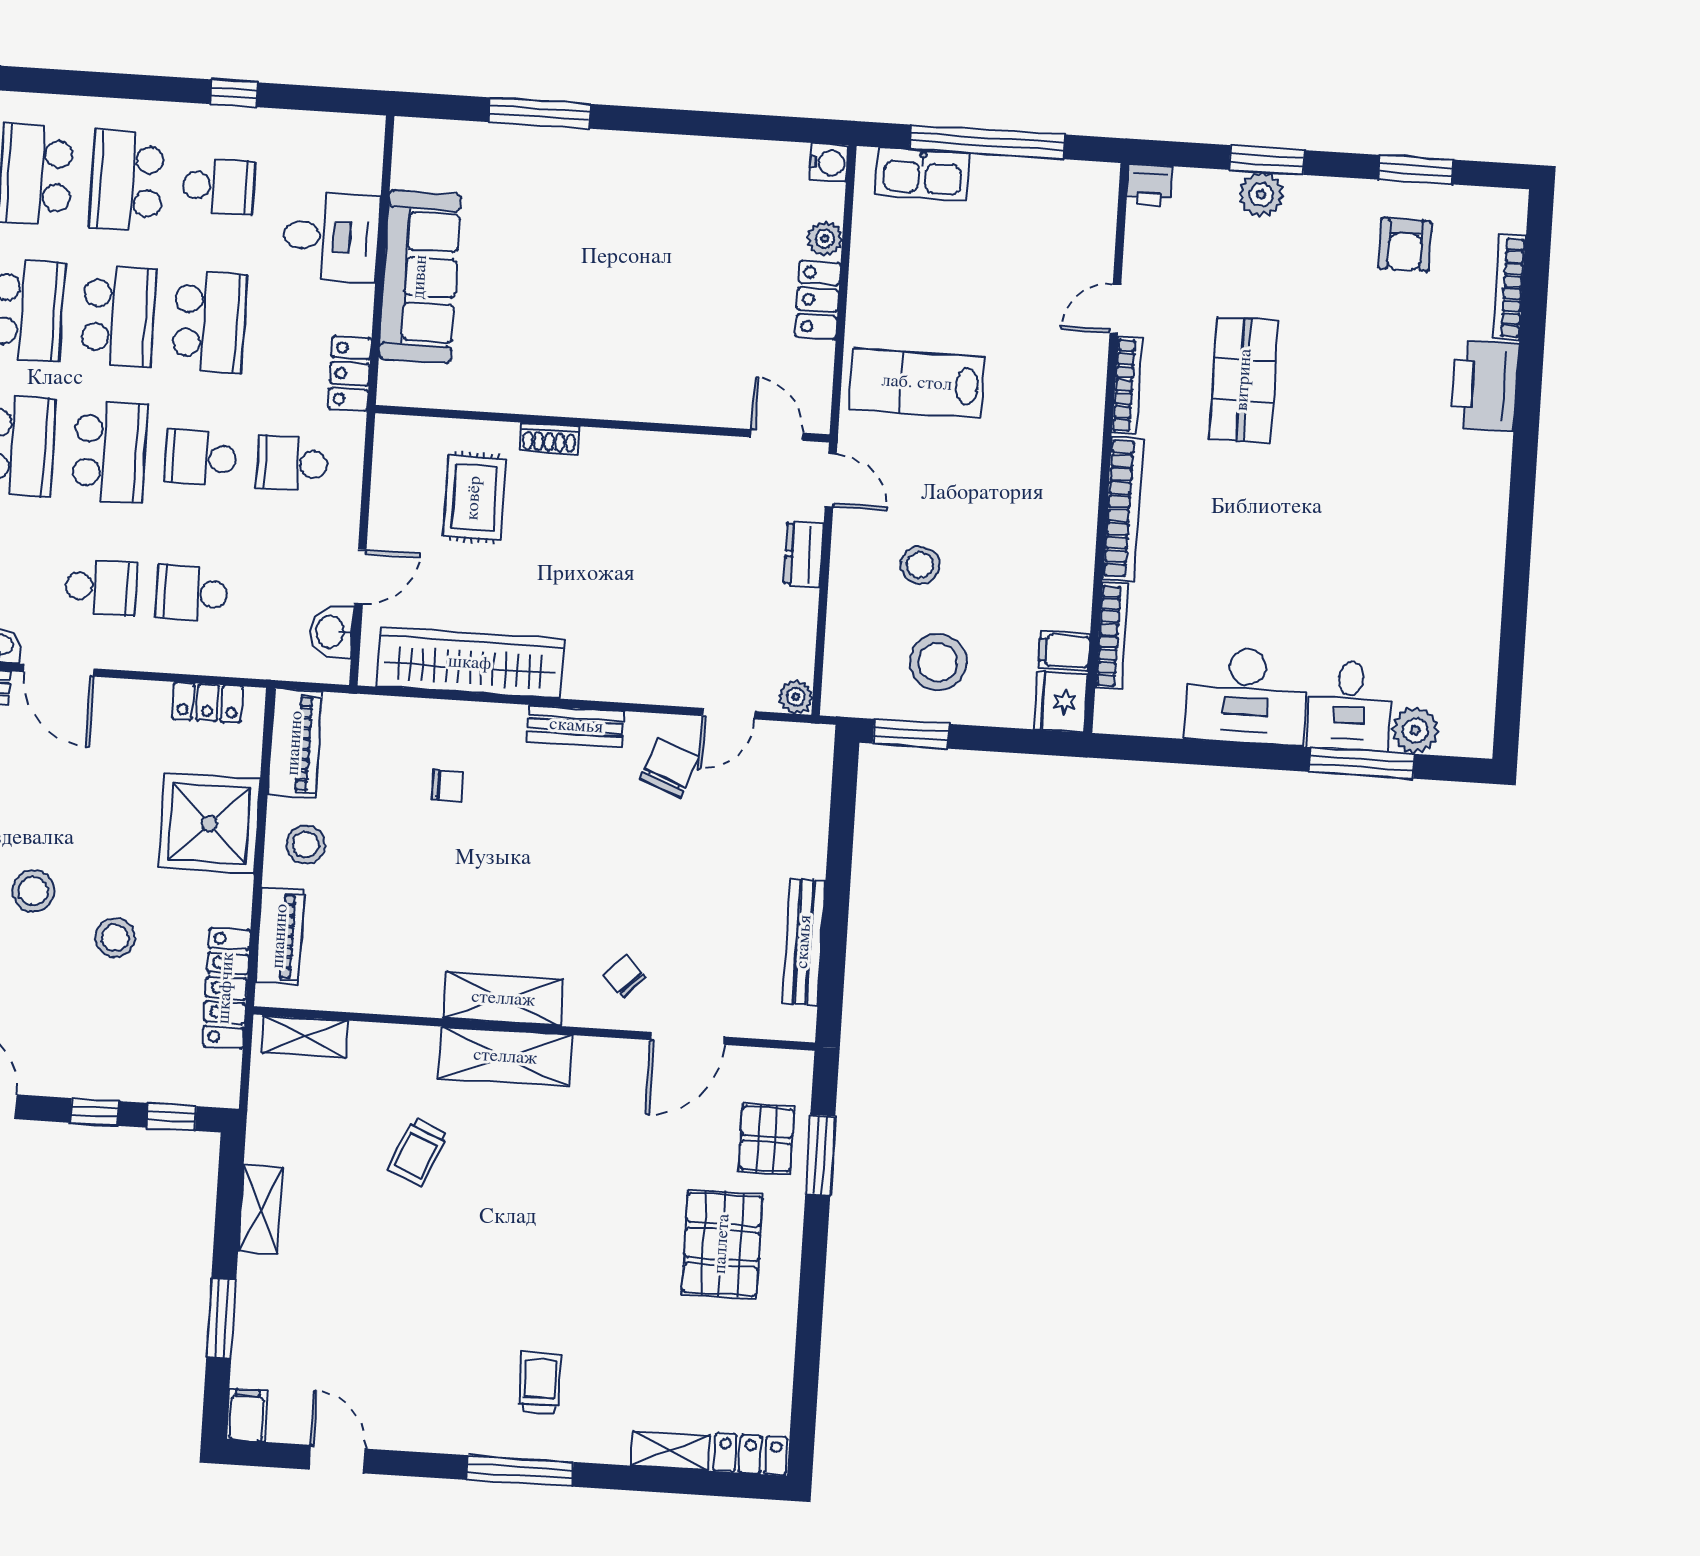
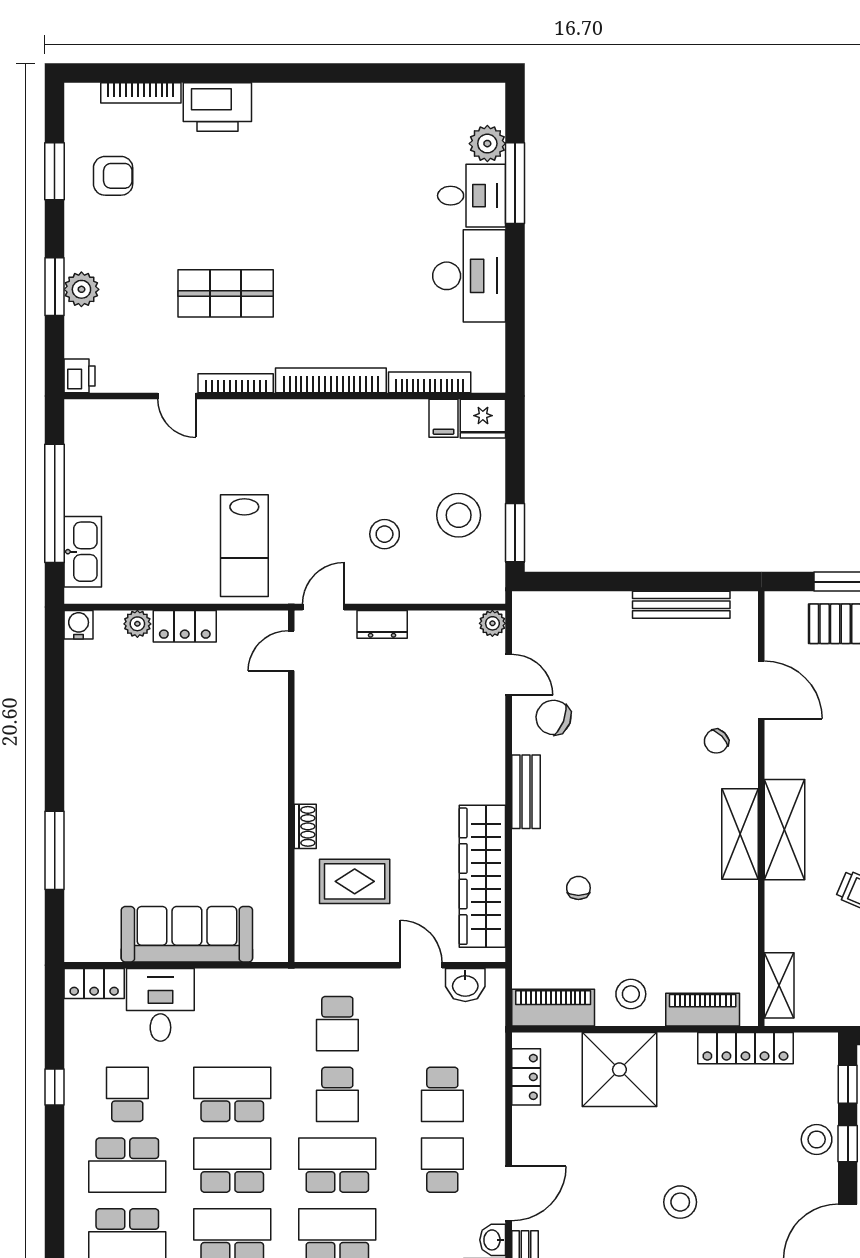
locker: (350, 374) -> (94, 984), moved
stool: (115, 938) -> (817, 1139), moved

